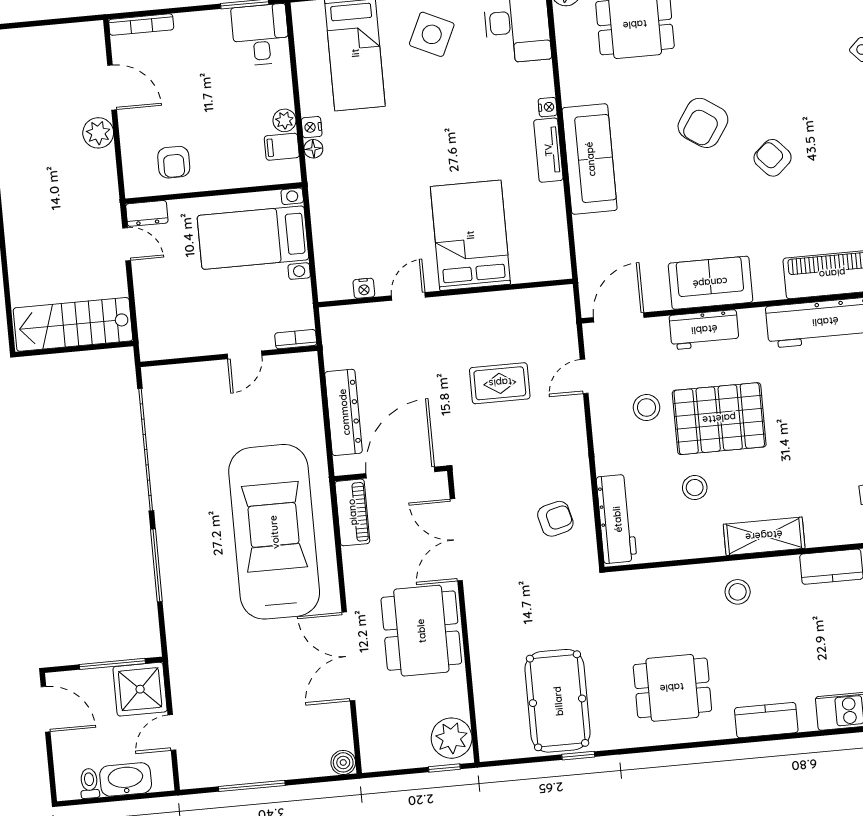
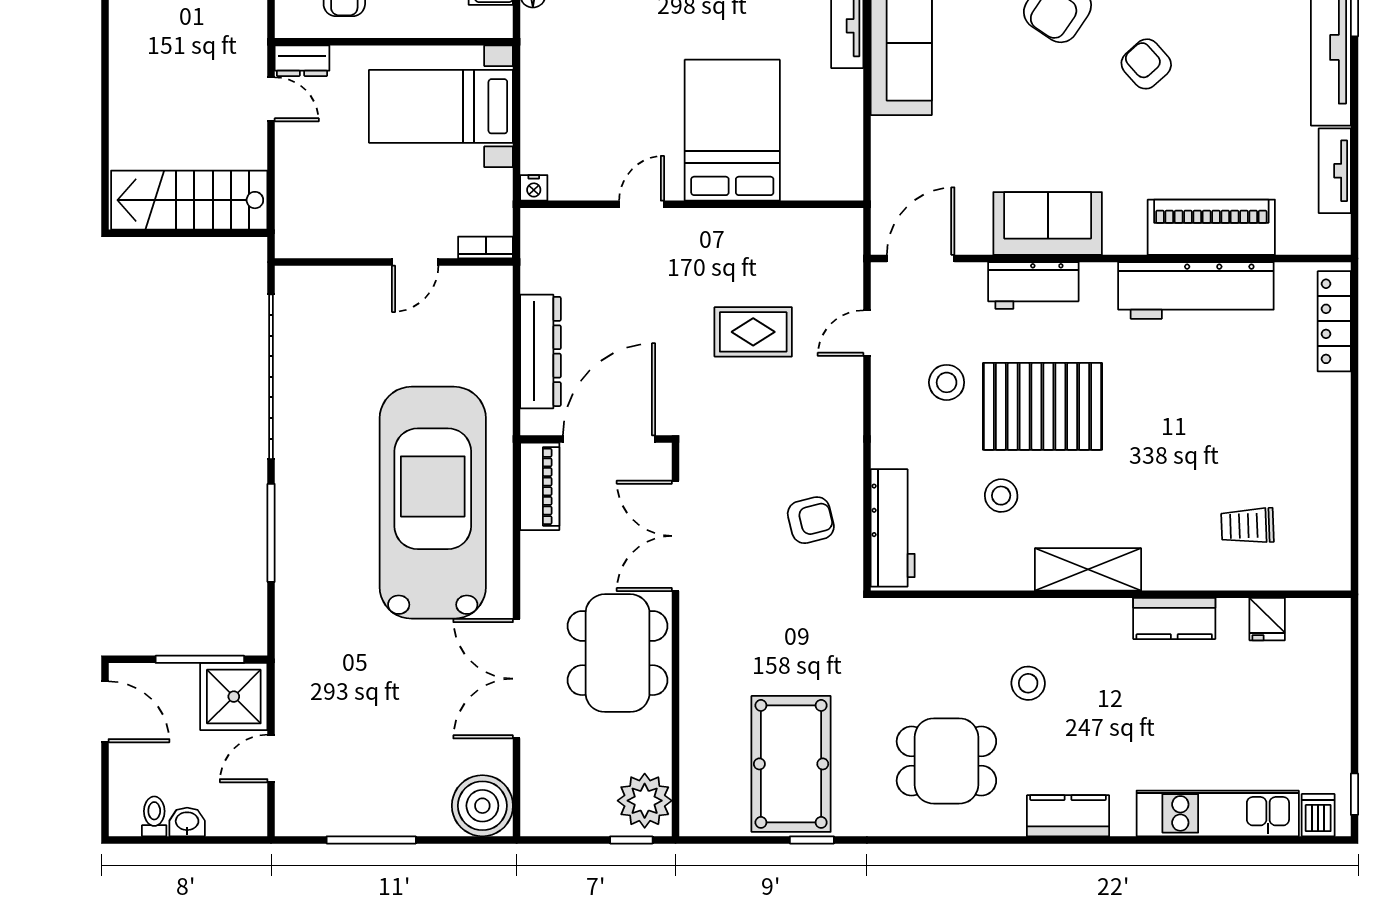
nightstand: (364, 288) -> (534, 188), moved
stool: (738, 592) -> (1028, 683), moved
boiler: (343, 762) -> (482, 806), width x1.86, depth x1.86
washbasin: (126, 779) -> (187, 822), width x0.52, depth x0.69

